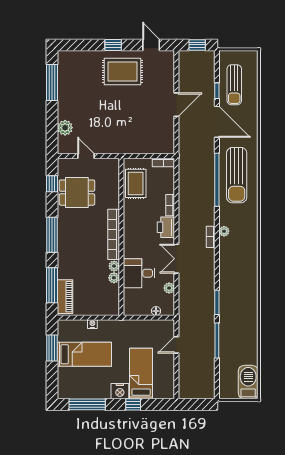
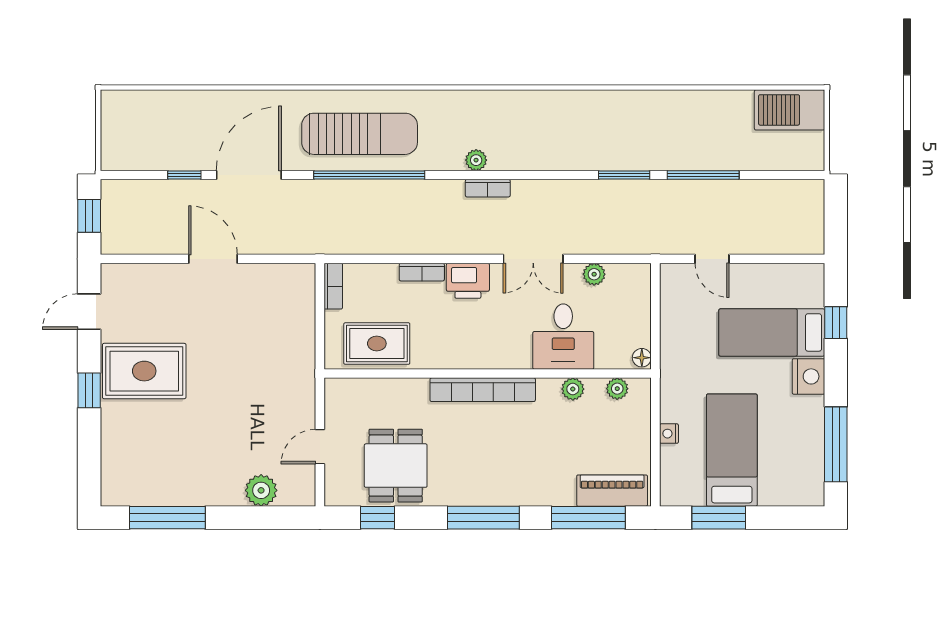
rug: (122, 71) -> (144, 371), turned 90
sun lounger: (234, 85) -> (172, 139), removed
plant: (114, 266) -> (617, 389), moved
floor lamp: (156, 311) -> (642, 358), moved
window: (133, 404) -> (836, 323), moved

